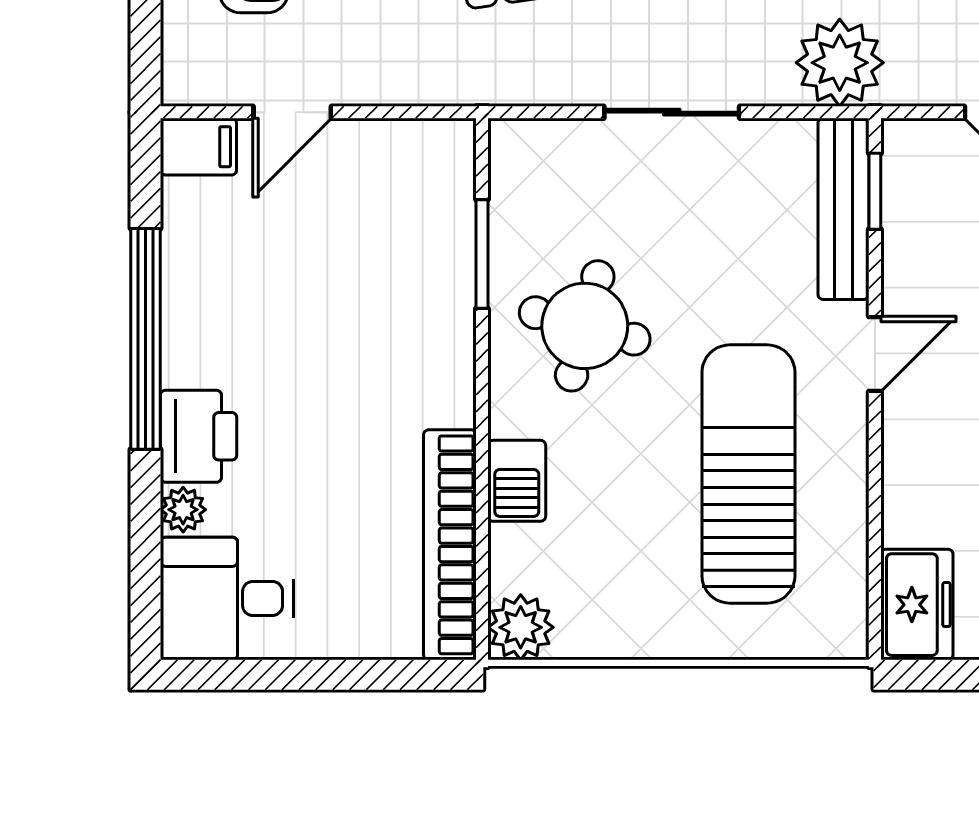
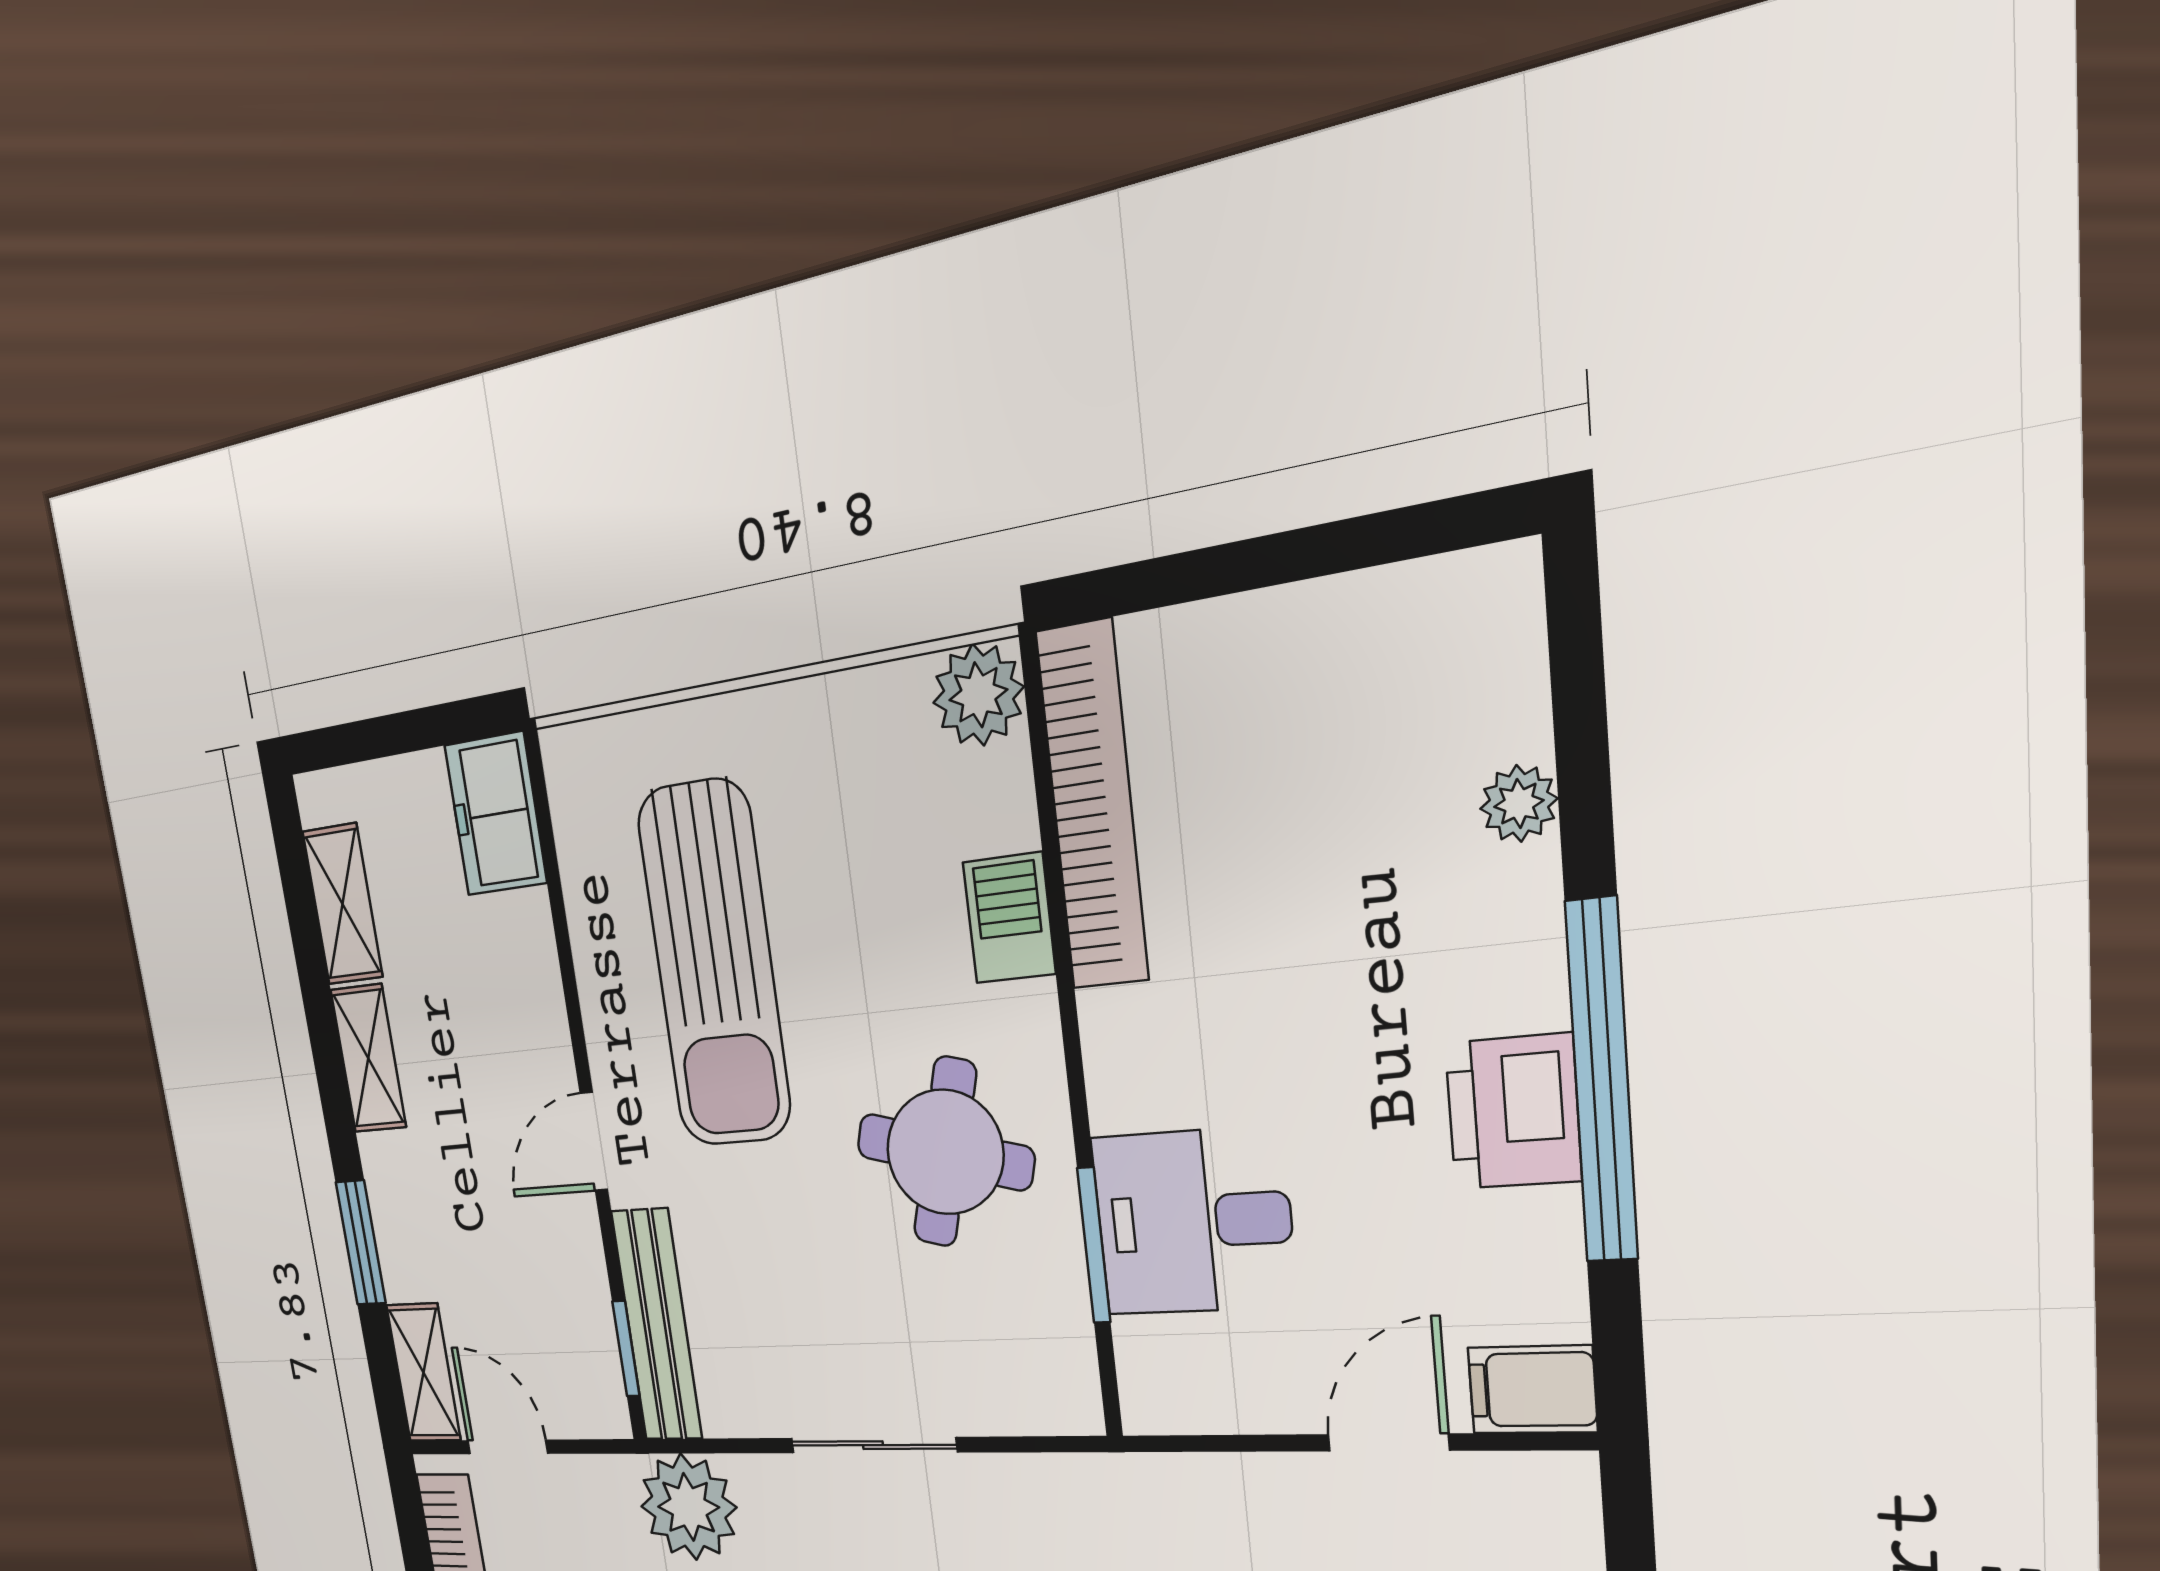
printer: (199, 436) -> (1513, 1112), moved
desk: (227, 598) -> (1194, 1222), moved, turned 180

